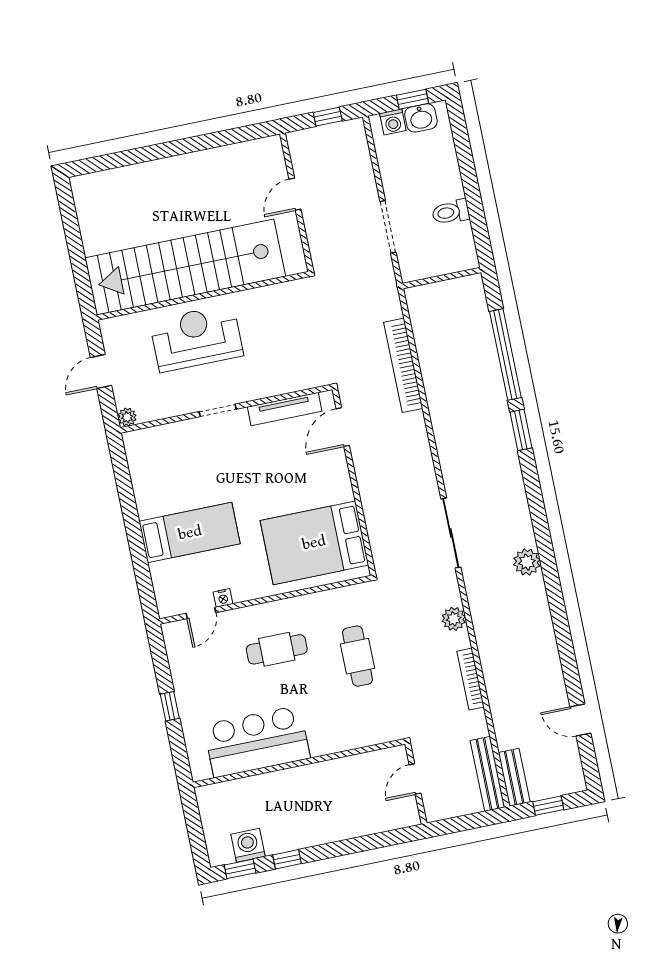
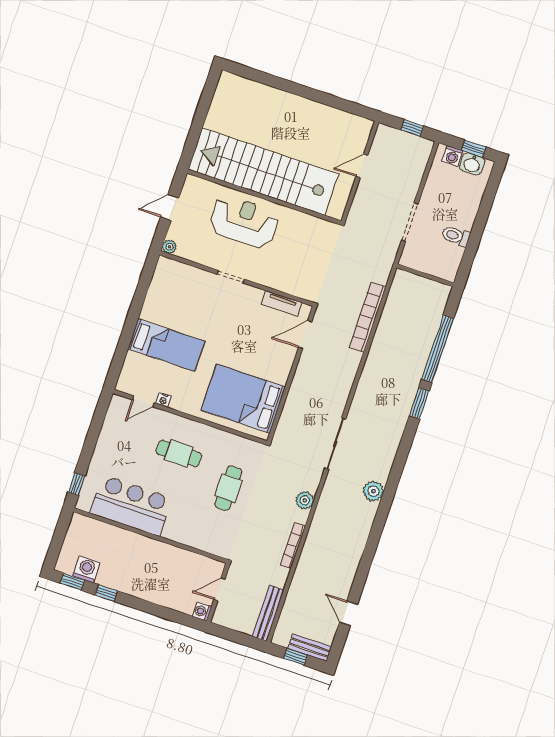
tv unit: (285, 409) -> (282, 303), width x0.71
window: (170, 706) -> (76, 484), moved
bench: (514, 777) -> (310, 648), moved, turned 90
washing machine: (410, 816) -> (202, 611), added

